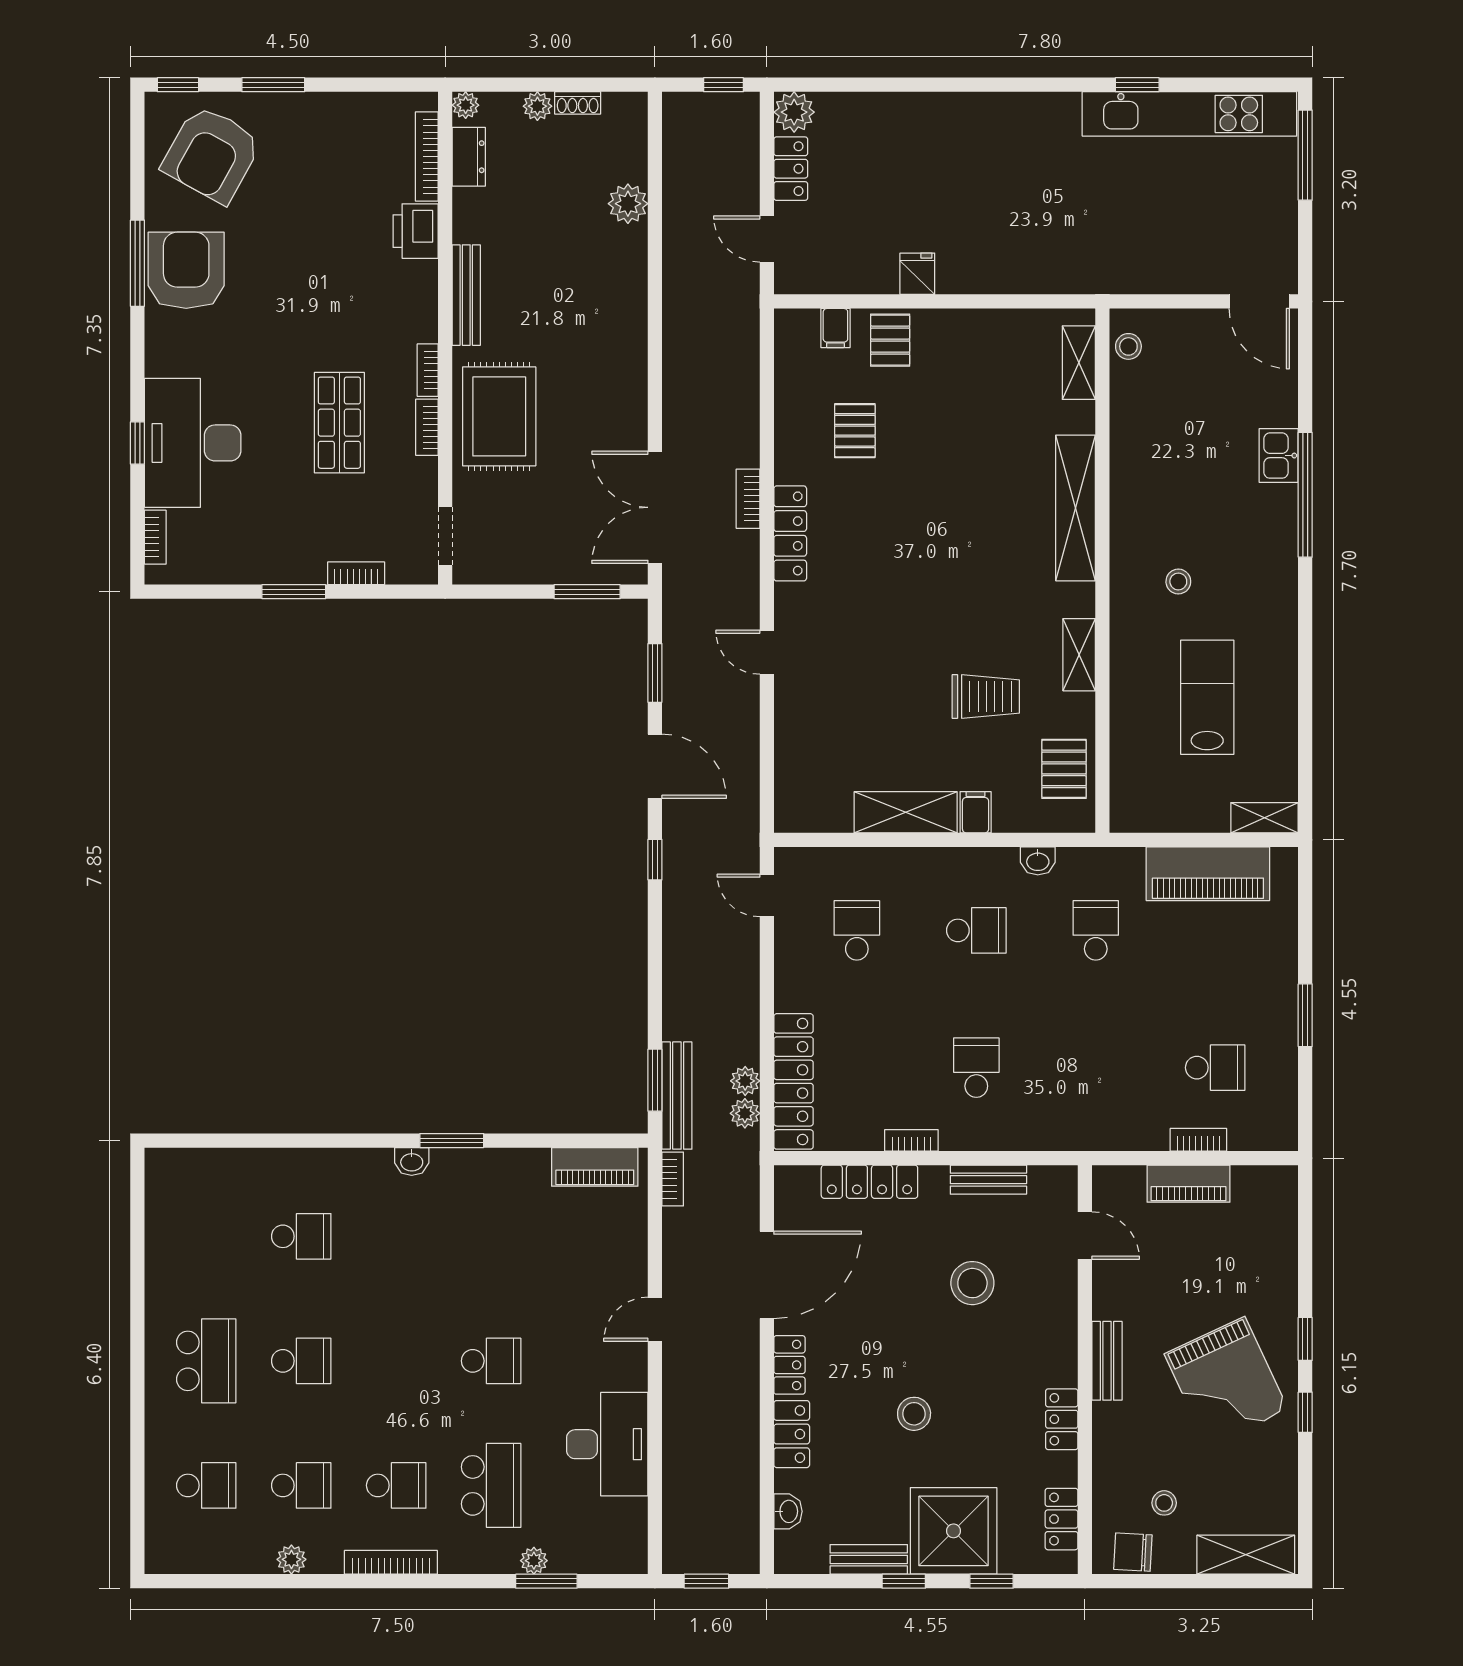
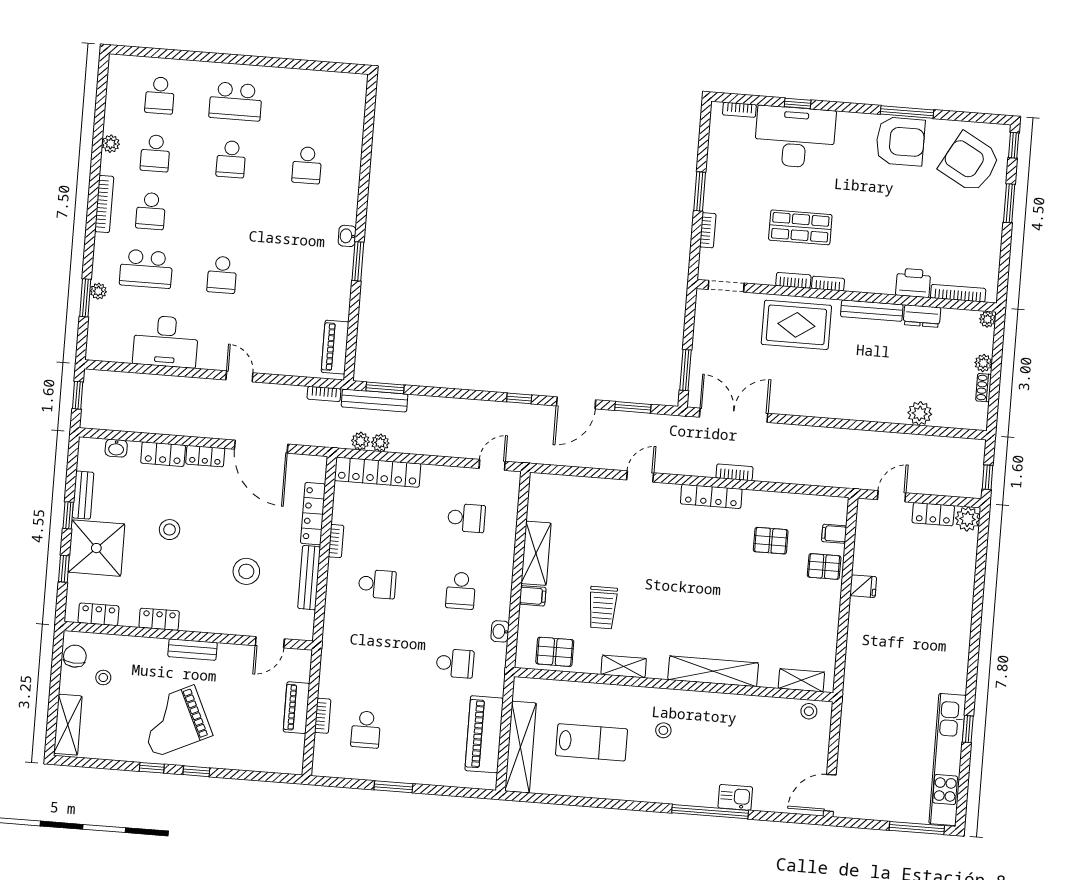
dresser: (469, 157) -> (922, 316), moved
shelving: (1265, 818) -> (520, 747), width x2.20, depth x1.33
bench: (988, 1180) -> (309, 578), width x1.36

